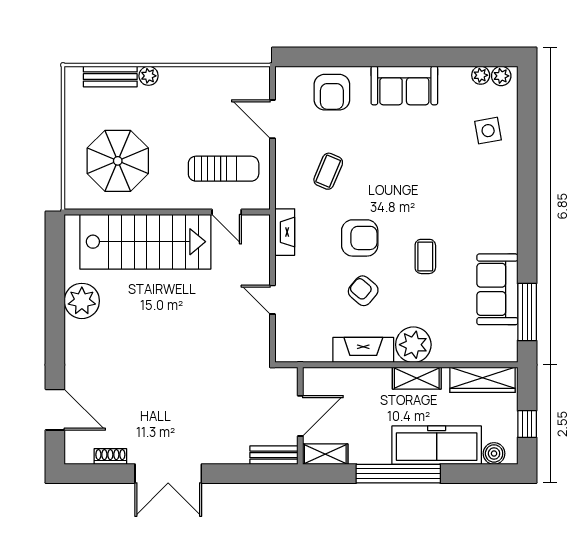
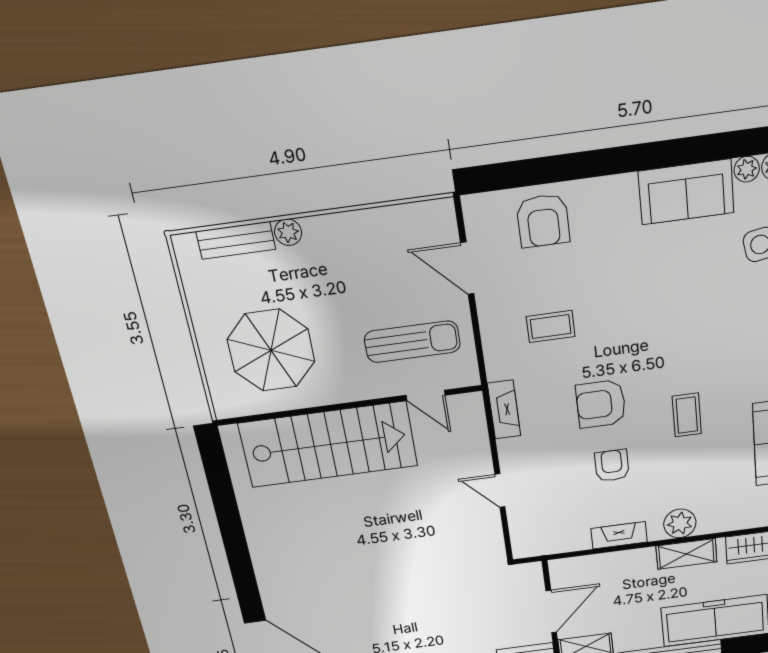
sofa: (404, 85) -> (686, 192), moved
coffee table: (328, 171) -> (551, 326), turned 67
armchair: (360, 238) -> (601, 404), turned 180
armchair: (363, 291) -> (612, 466), turned 50
plant: (82, 301) -> (264, 523), removed
plant: (413, 345) -> (680, 523), width x0.73, depth x0.73
fireplace: (363, 350) -> (619, 535), width x0.73, depth x0.76

